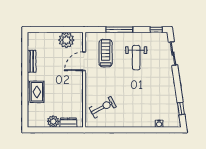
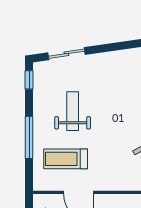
weight bench: (136, 58) -> (73, 111), turned -90

